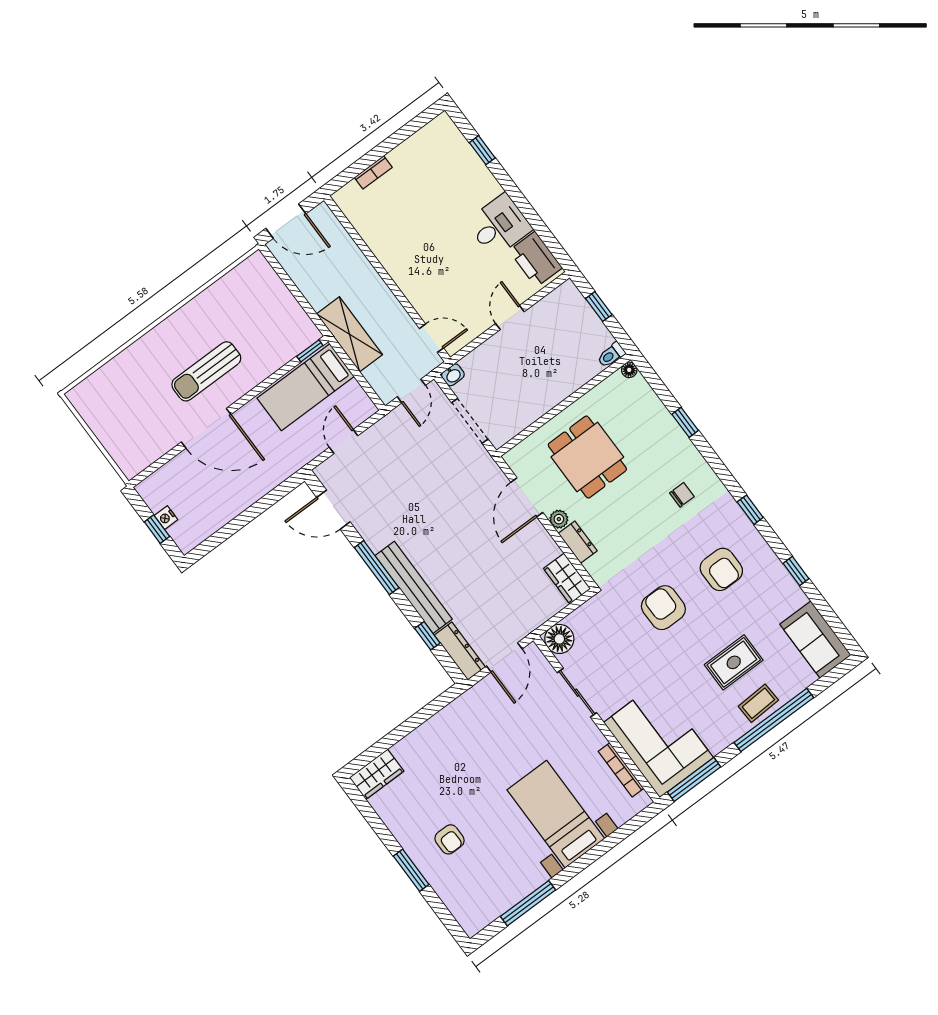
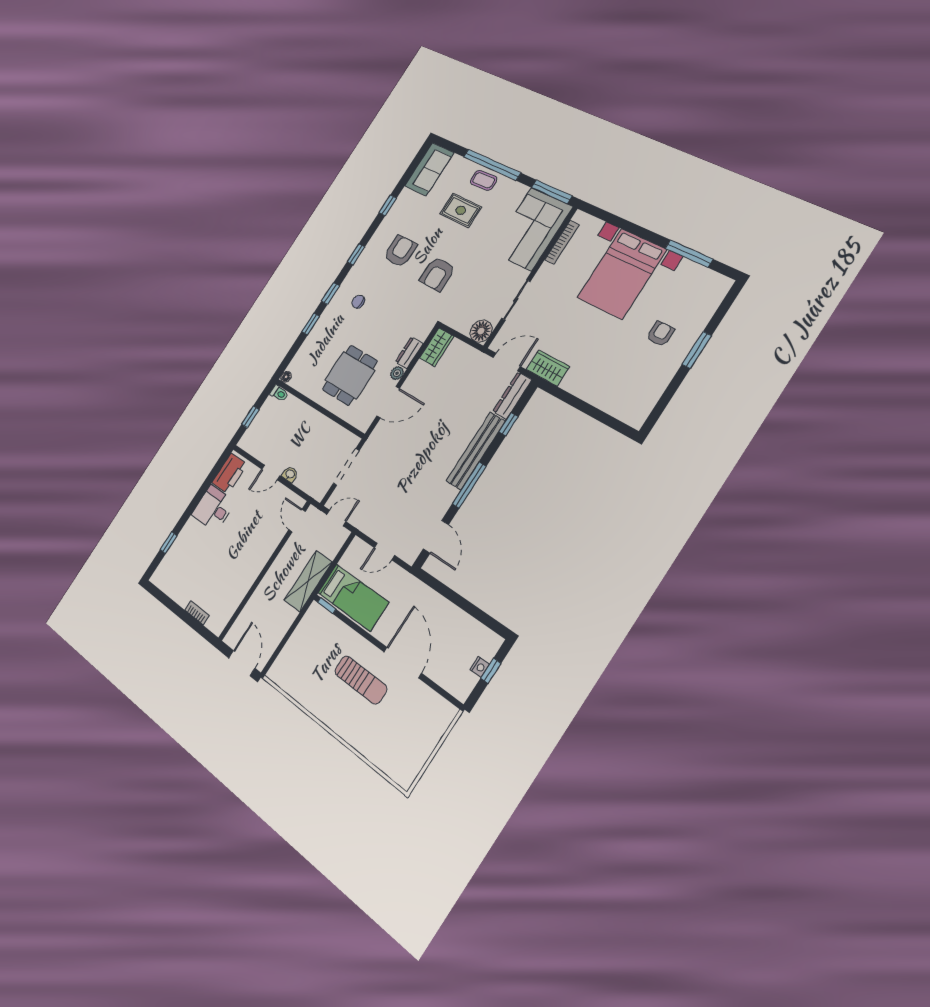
washbasin: (453, 375) -> (290, 474), moved
window: (714, 460) -> (330, 294), added
wardrobe: (377, 774) -> (548, 368), moved
bed with nightstands: (556, 814) -> (622, 274), width x1.36

